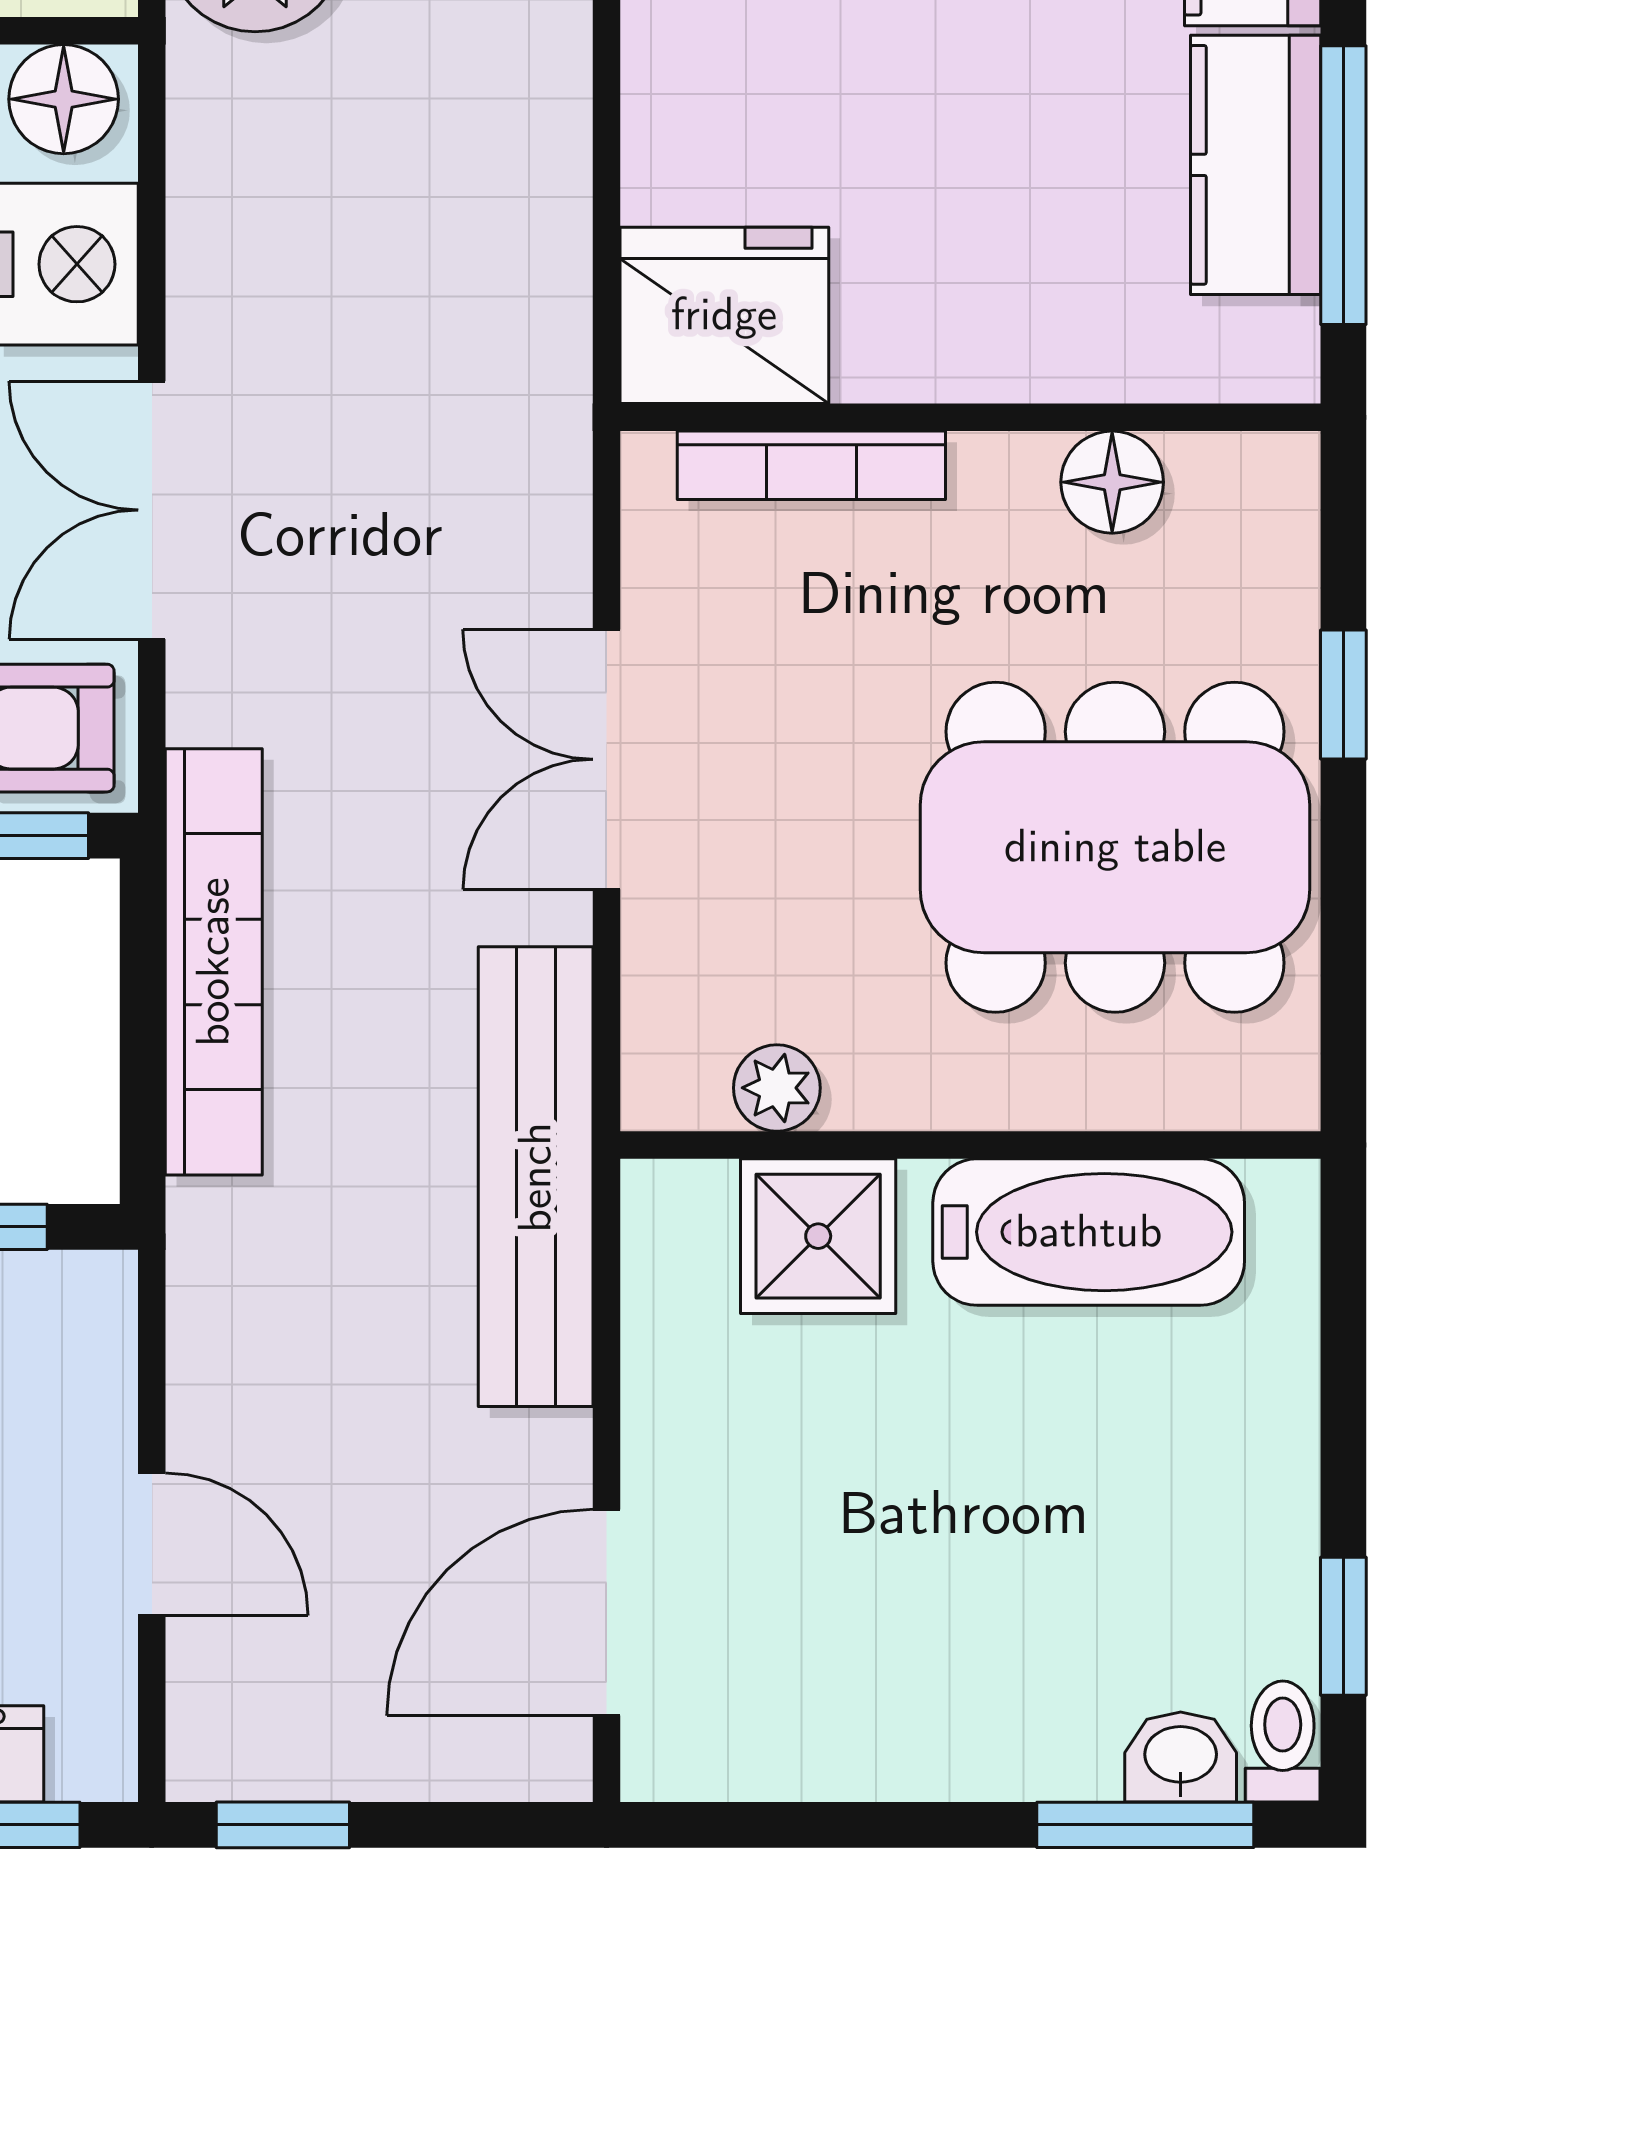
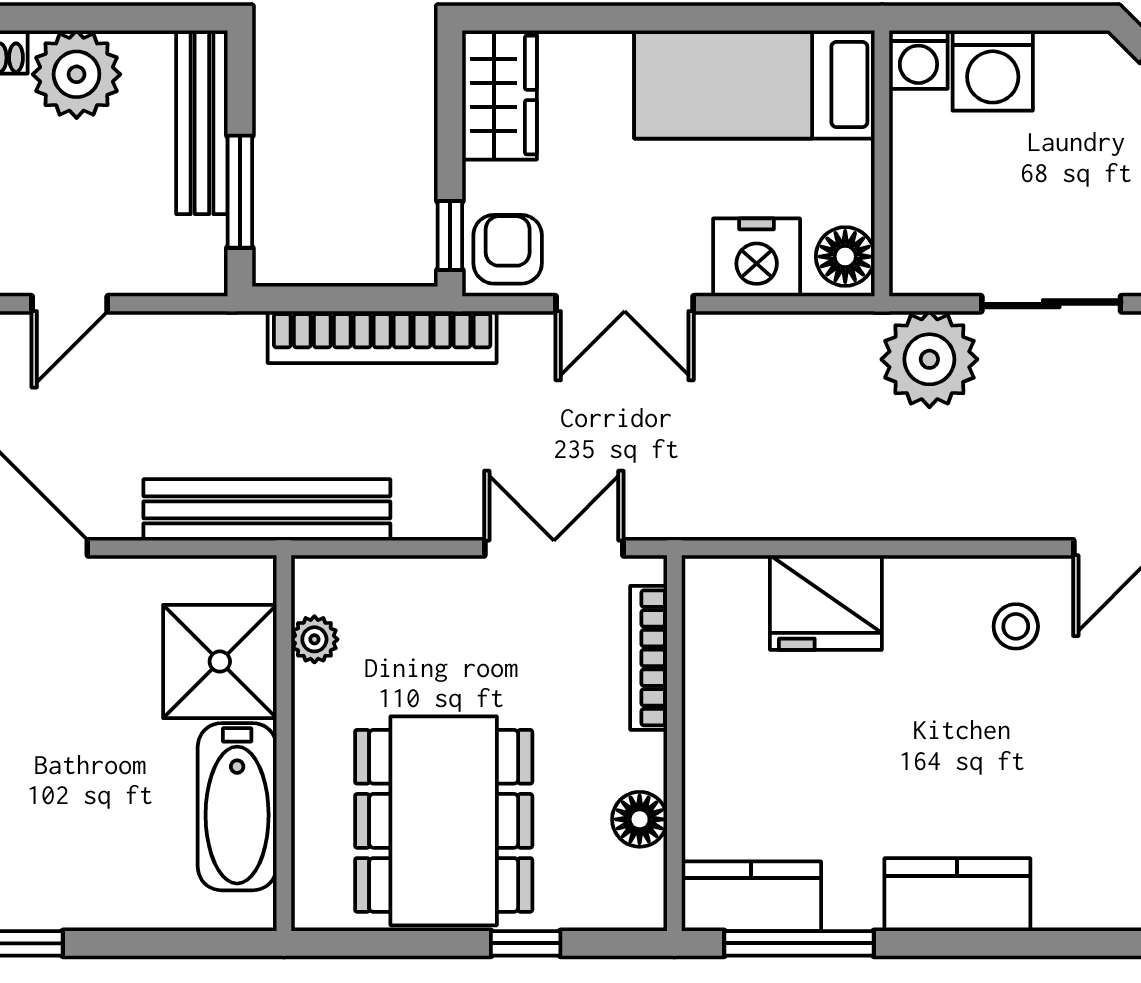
kitchen counter: (1256, 165) -> (751, 896), moved
fridge: (724, 315) -> (826, 603), moved, turned 90
double door: (152, 510) -> (625, 304), swing flipped
double door: (606, 759) -> (554, 548), moved
shower: (818, 1236) -> (220, 662), width x1.36, depth x1.36

